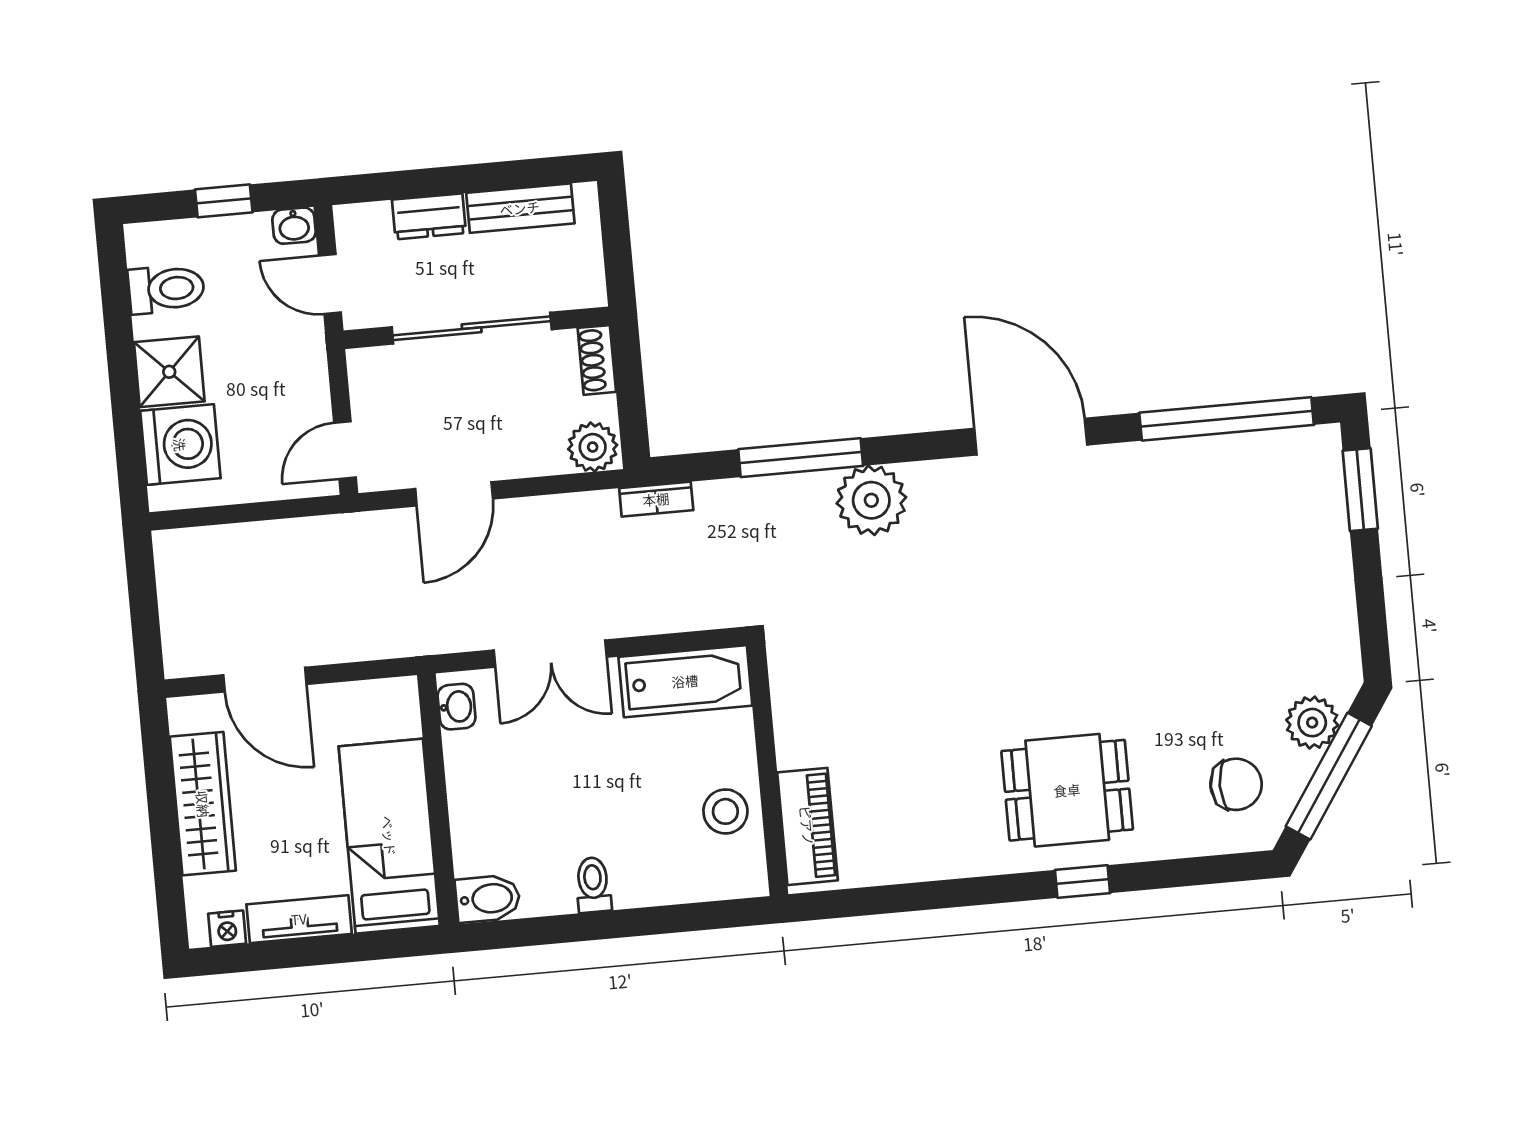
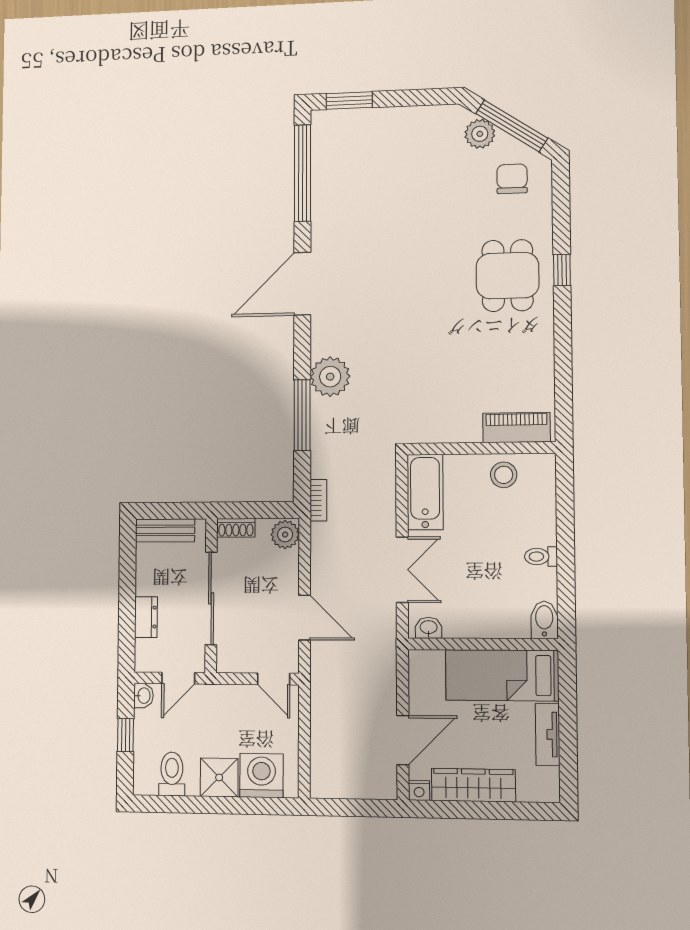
bench: (520, 208) -> (165, 530), moved, turned 90
nightstand: (227, 929) -> (419, 790), moved, turned 90

